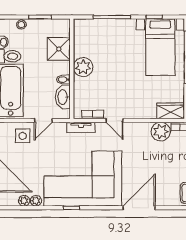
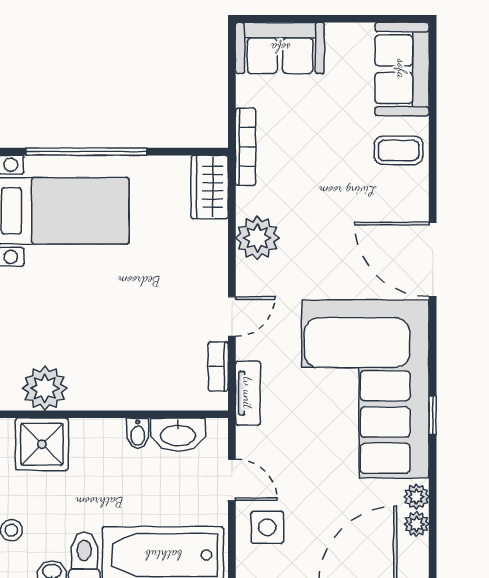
shower: (59, 49) -> (42, 444), moved
plant: (83, 67) -> (45, 388), moved
plant: (161, 132) -> (257, 238), moved

